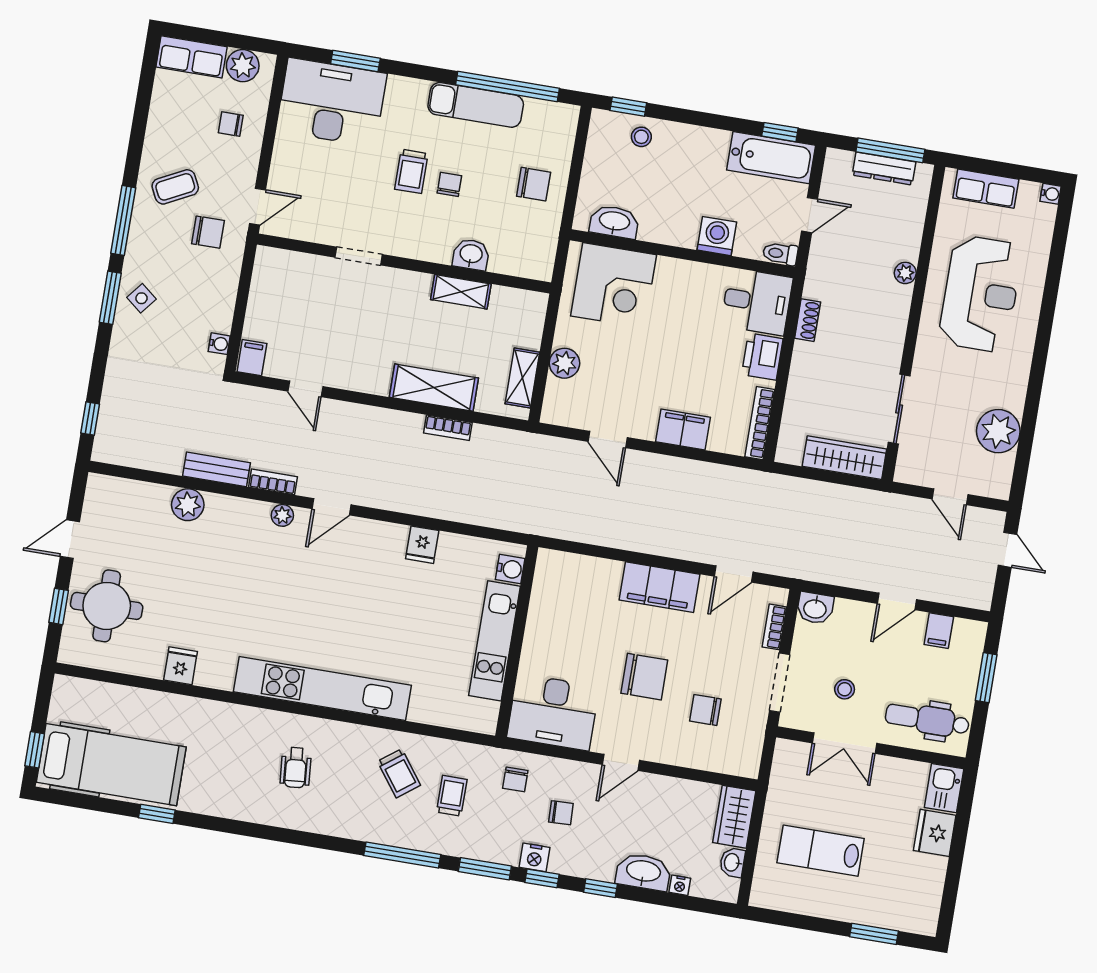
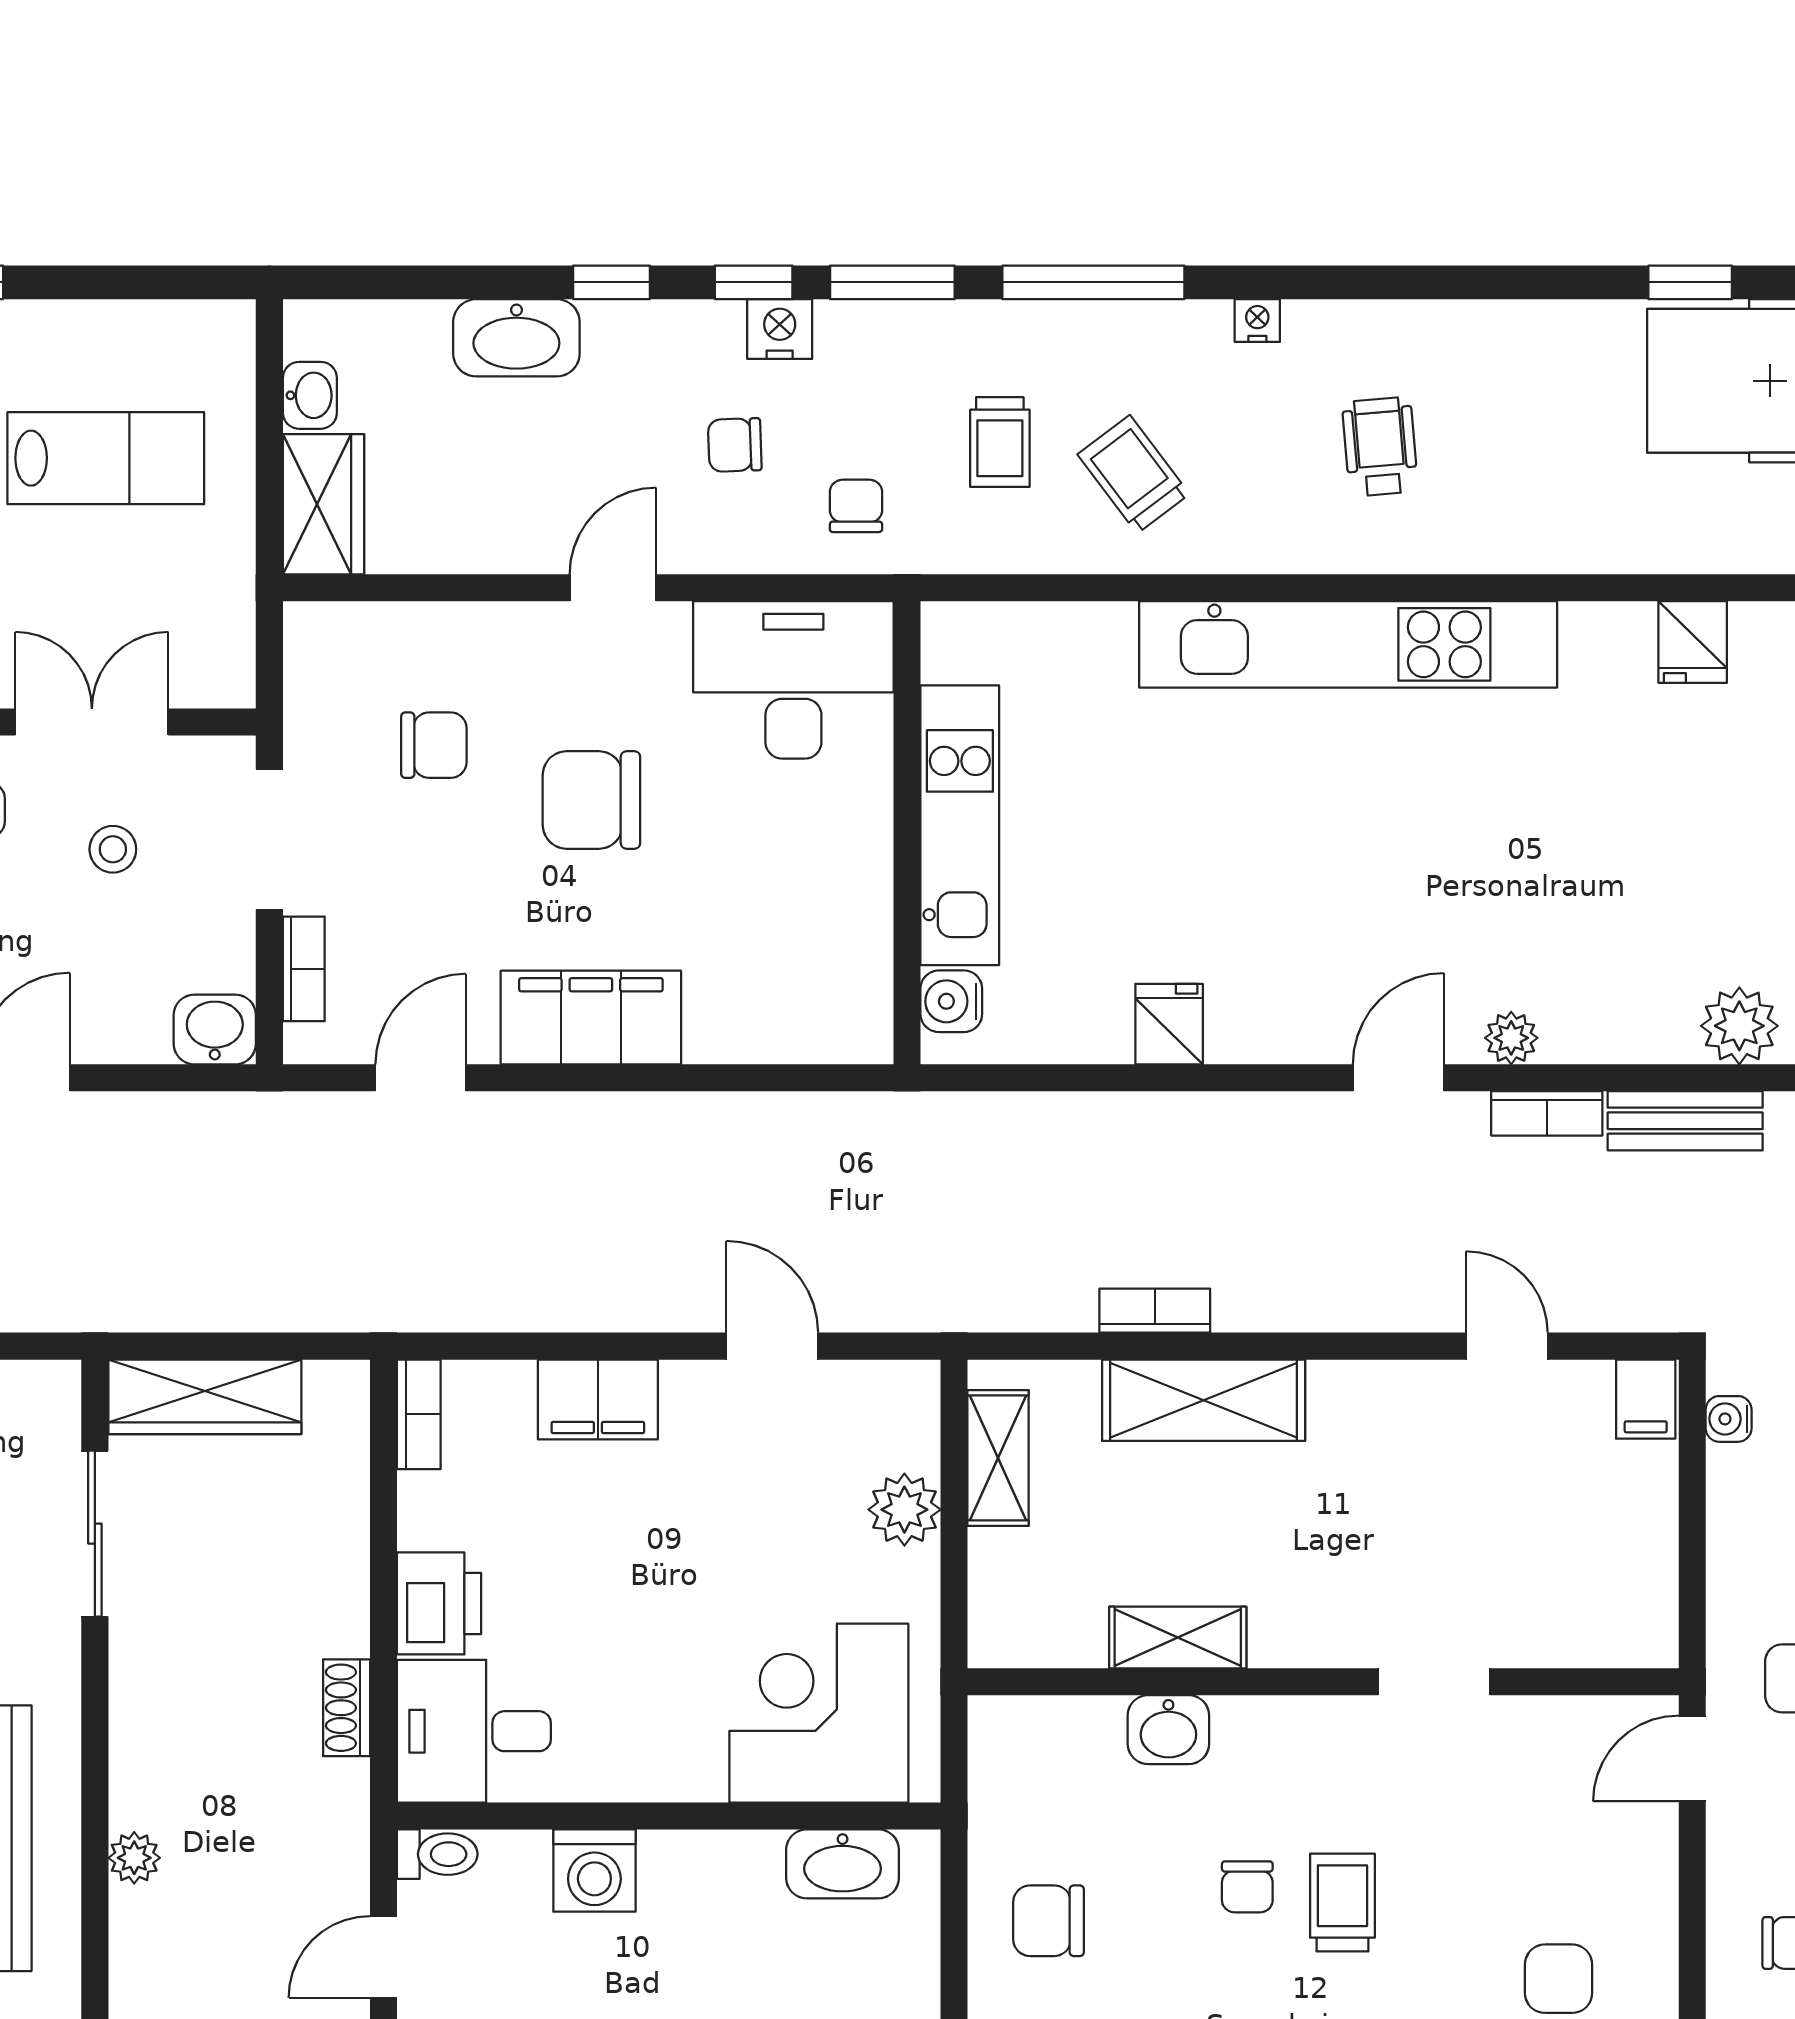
bookcase: (760, 423) -> (419, 1414), width x0.64
nightstand: (680, 885) -> (1257, 321), moved

